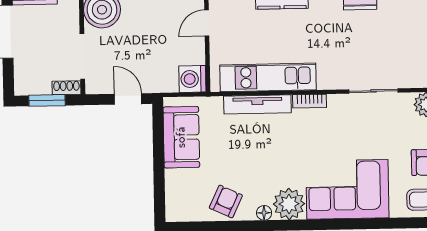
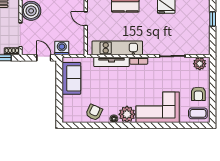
door: (207, 23) -> (86, 19), hinge flipped
washing machine: (192, 79) -> (62, 48), moved, turned 90

